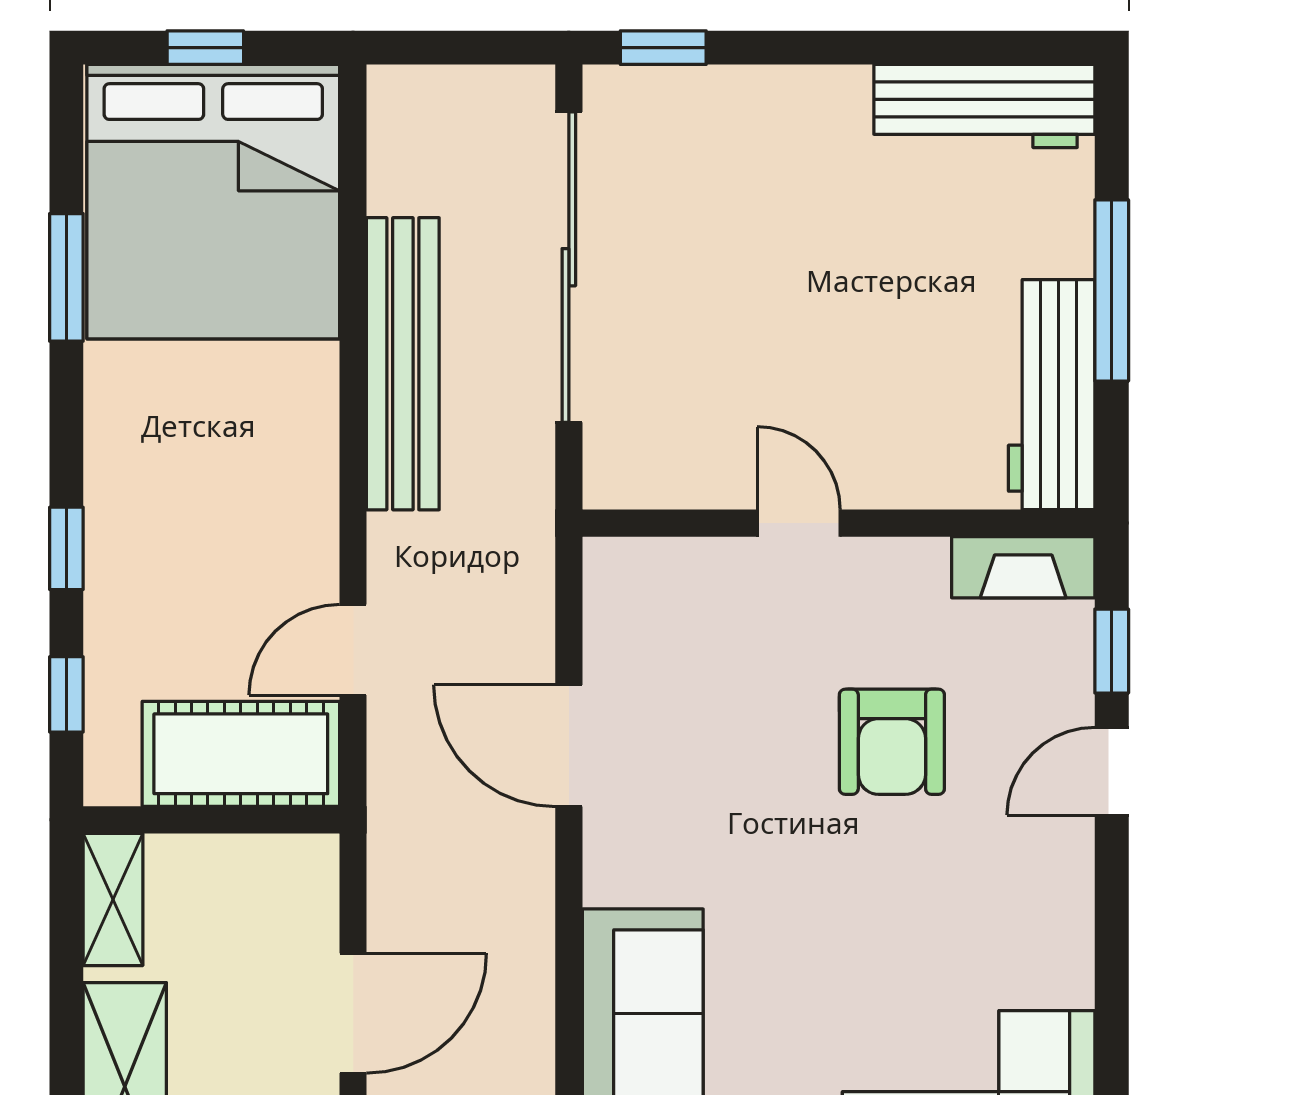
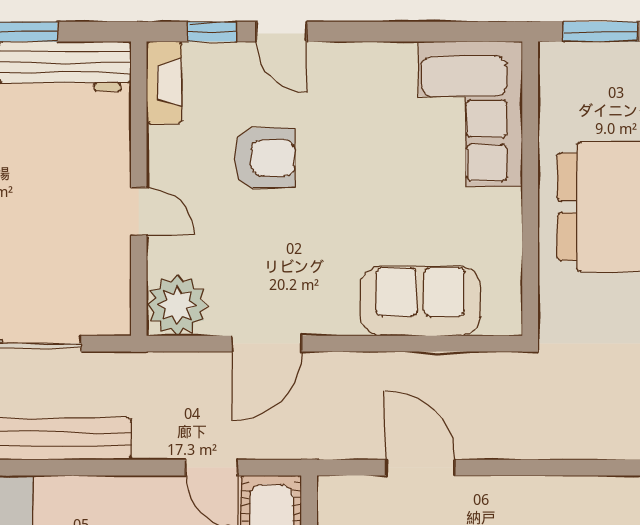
door: (799, 523) -> (139, 212), swing flipped
plant: (636, 590) -> (177, 305), added

